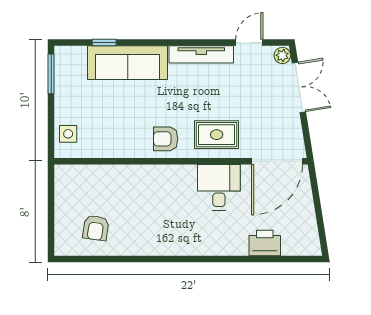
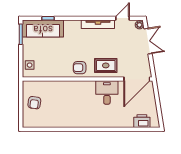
sofa: (128, 63) -> (43, 29), moved
armchair: (96, 228) -> (34, 103), moved
printer: (265, 243) -> (142, 121), moved

